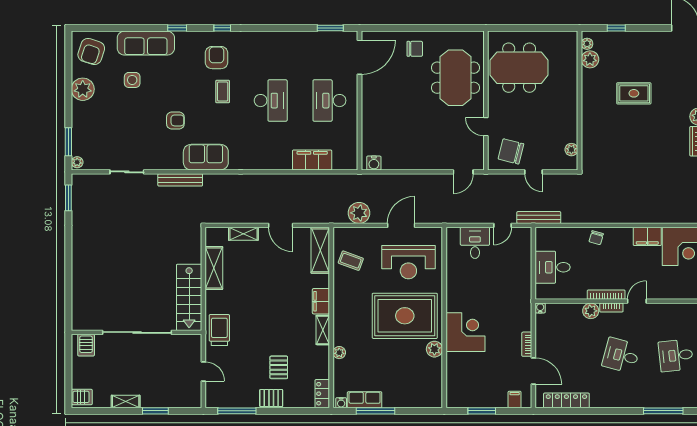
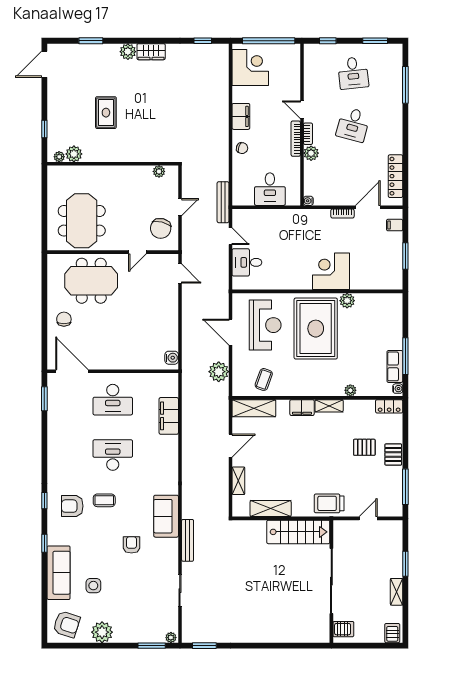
filing cabinet: (647, 236) -> (241, 116), moved

